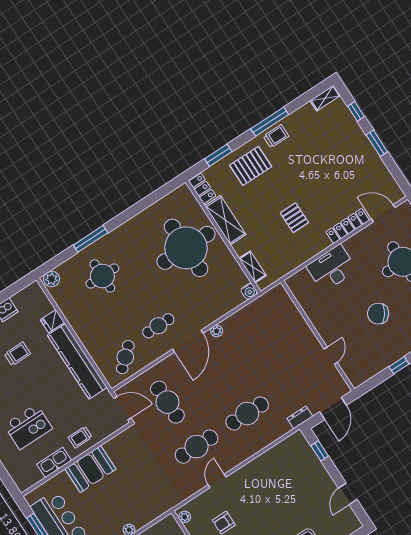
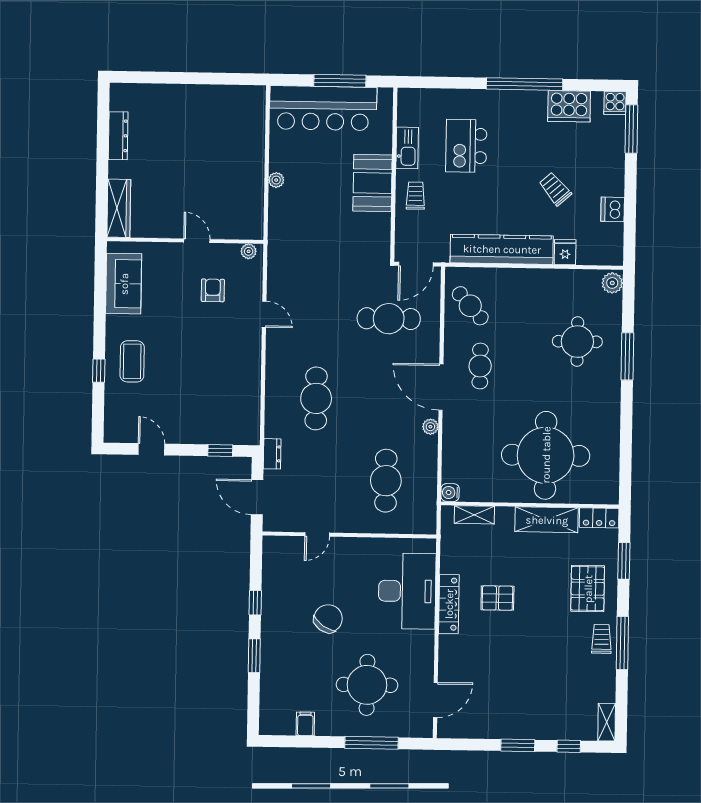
trolley: (276, 136) -> (601, 639), turned 180
locker: (348, 226) -> (449, 604), moved
desk: (332, 268) -> (407, 591), width x1.36, depth x1.30
trolley: (17, 354) -> (555, 189), turned 139
door: (331, 356) -> (317, 534), hinge flipped
cafe table: (197, 447) -> (386, 481), moved

